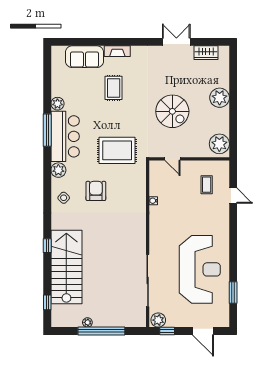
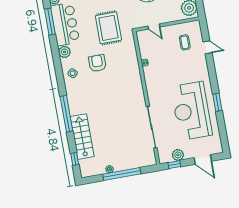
rug: (117, 150) -> (108, 28), turned 90
window: (47, 246) -> (66, 114), width x3.17
stairs: (66, 267) -> (82, 137), width x0.73, depth x0.66
reception desk: (200, 269) -> (192, 111), turned 180
window: (233, 292) -> (217, 102), moved
plant: (158, 320) -> (178, 155), moved

